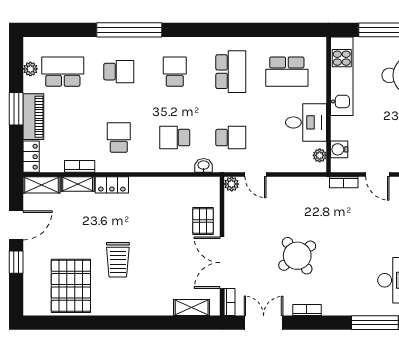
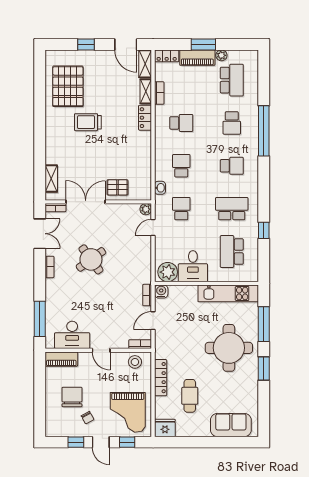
window: (259, 30) -> (264, 230), added
plant: (30, 69) -> (221, 55), moved
school desk: (231, 72) -> (232, 209), turned 180
school desk: (231, 138) -> (181, 209), turned 180
water cooler: (339, 149) -> (161, 292), moved
plant: (320, 155) -> (168, 272), width x1.88, depth x1.88
door: (16, 225) -> (126, 44), moved
pallet: (71, 286) -> (68, 86), turned 90

